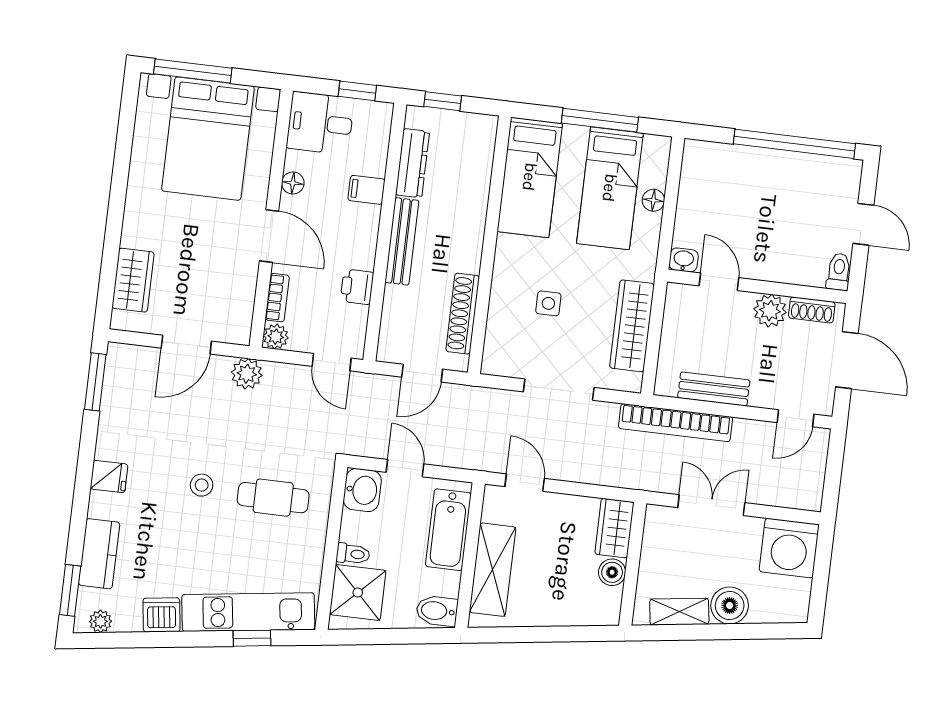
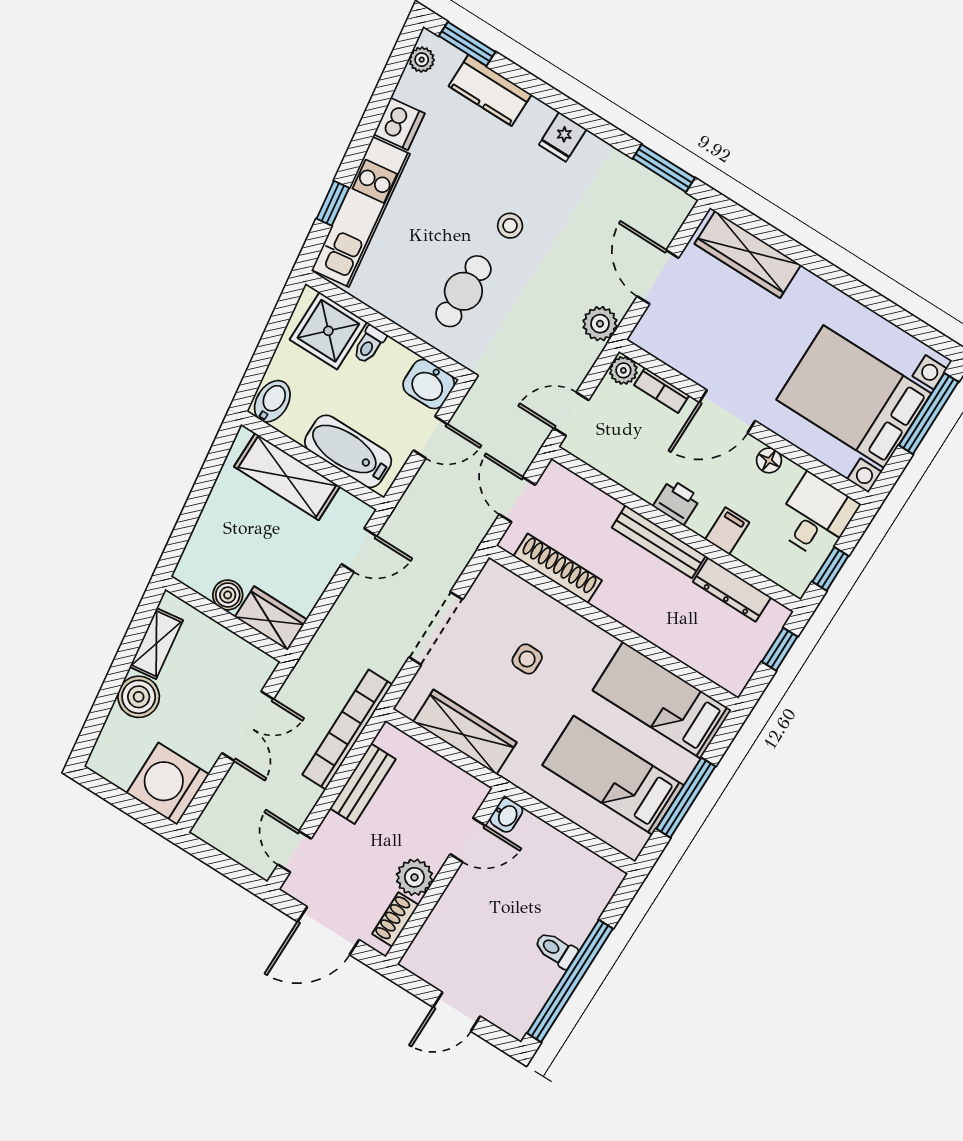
floor lamp: (653, 200) -> (580, 813), removed
toilet: (839, 272) -> (556, 950), moved, turned 180
wardrobe: (133, 280) -> (748, 254), width x1.50
printer: (357, 287) -> (677, 502), moved

